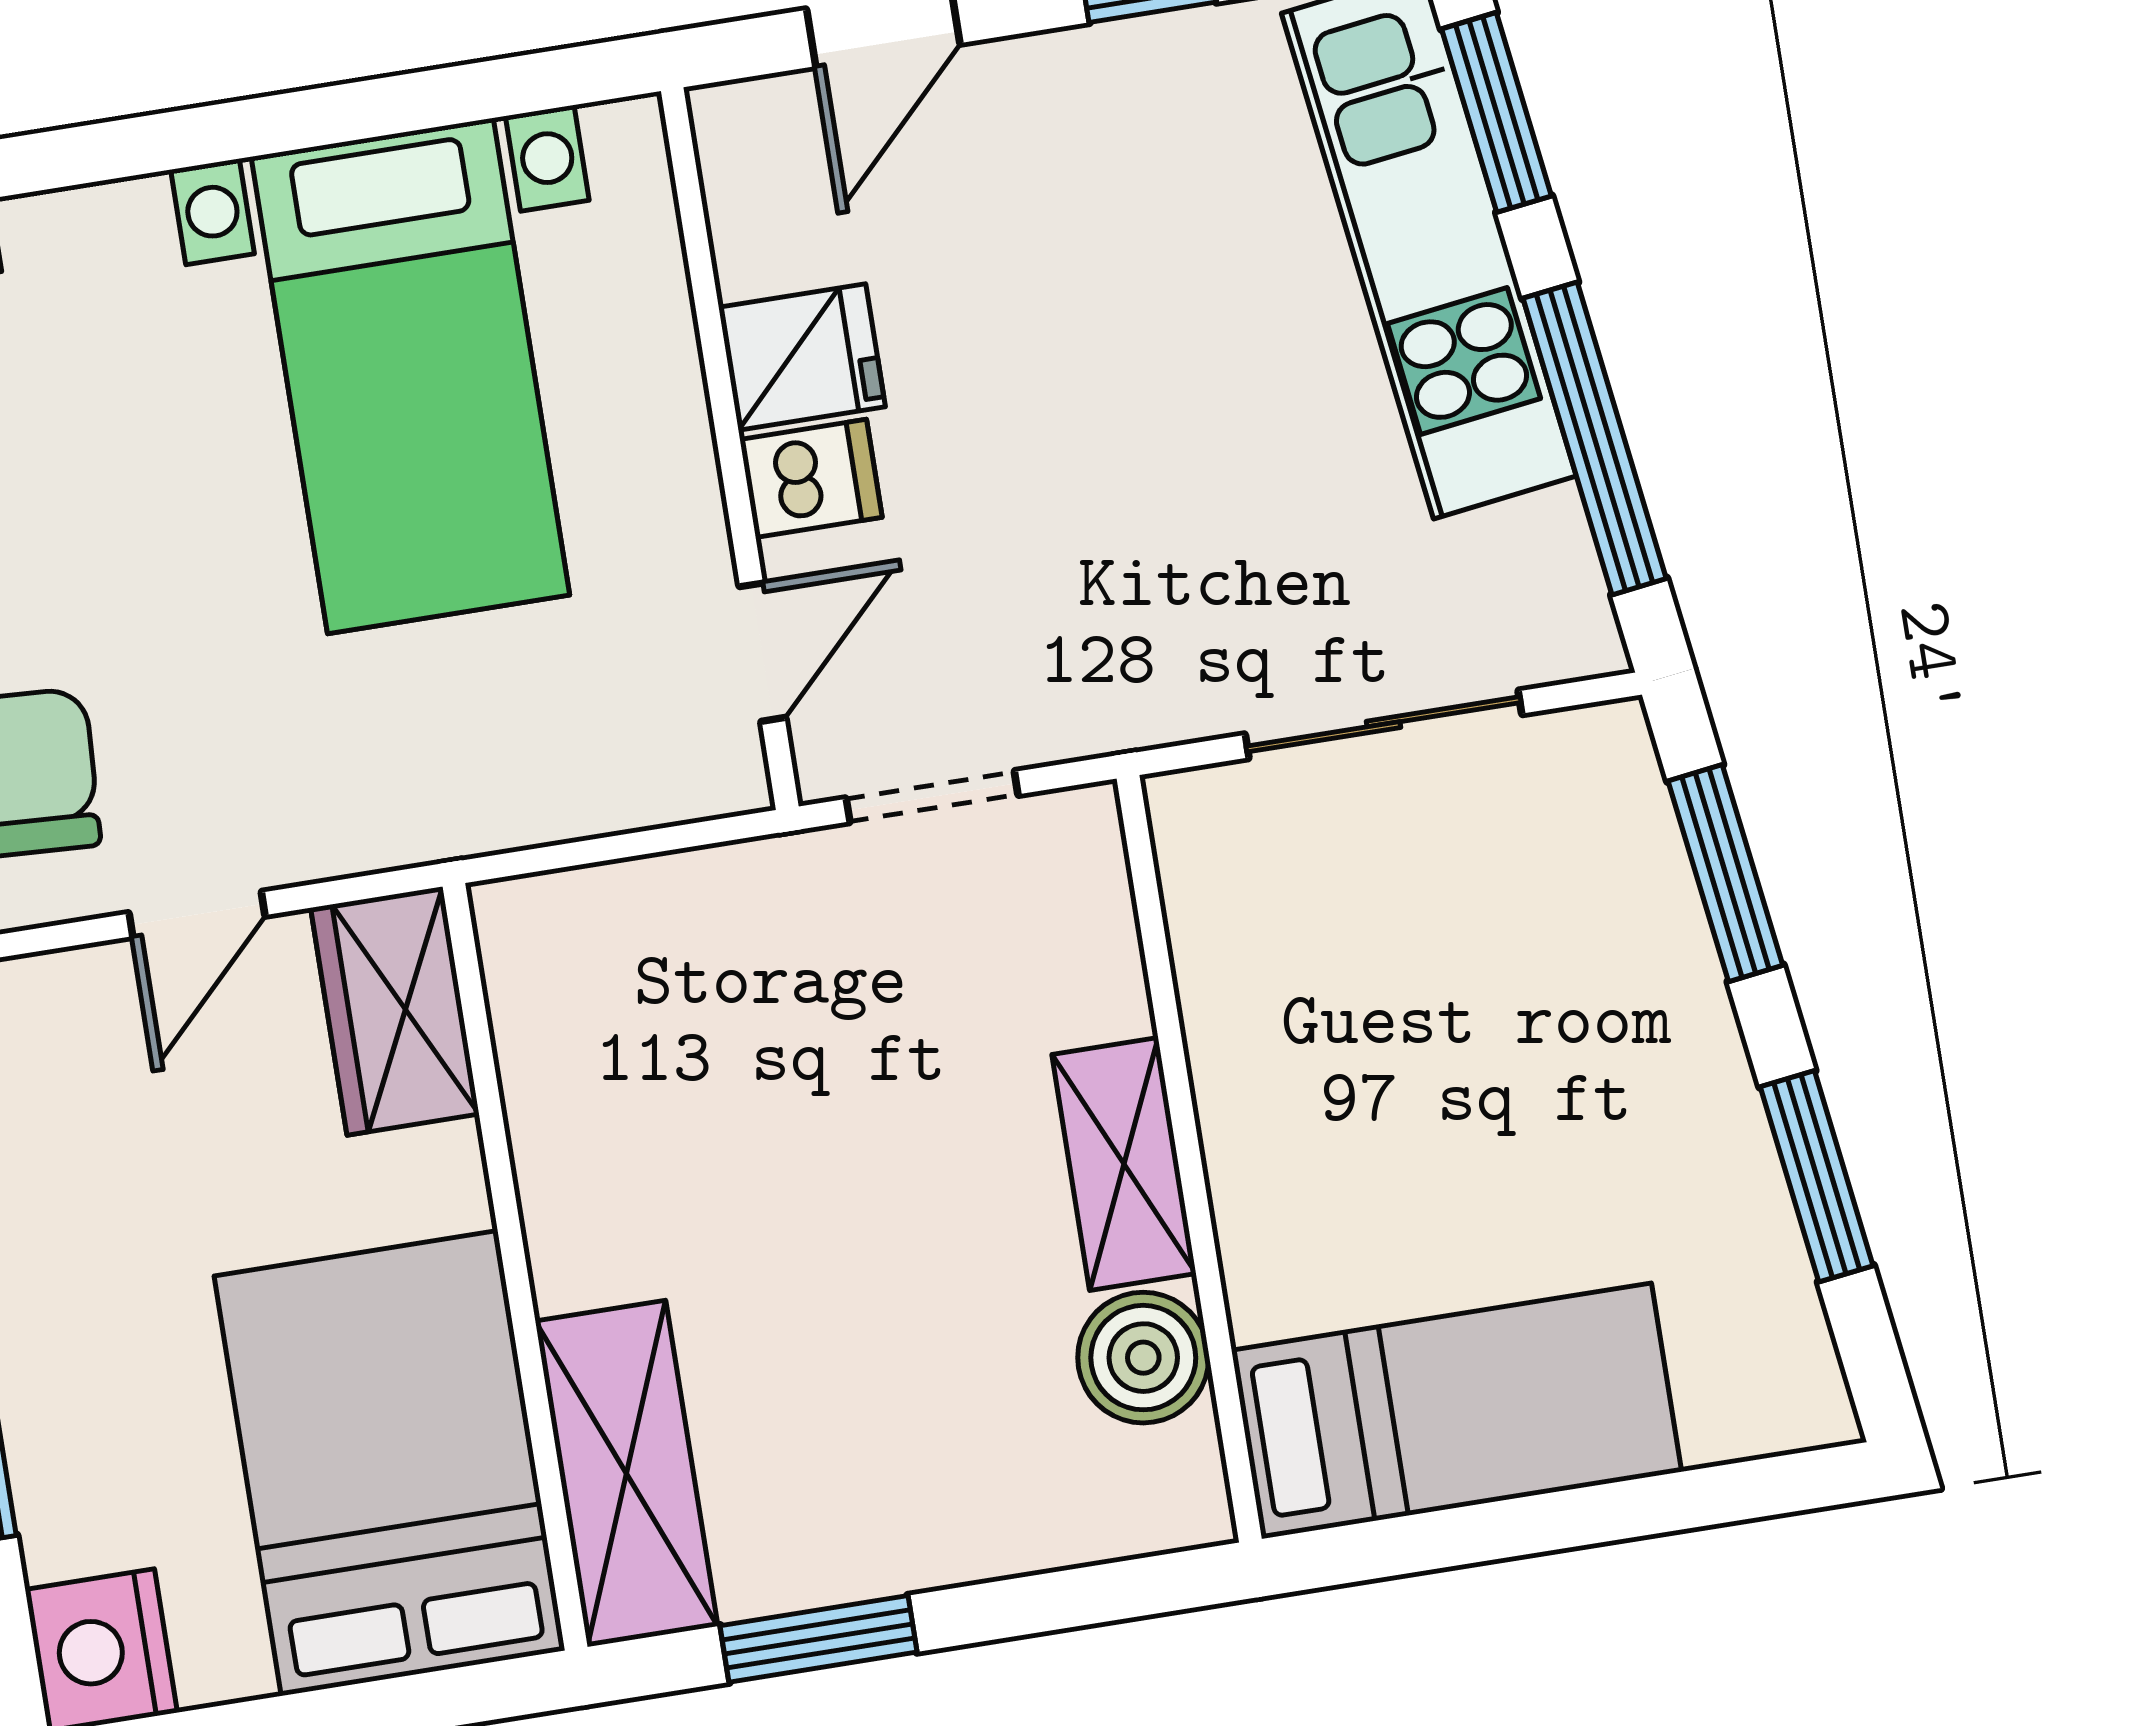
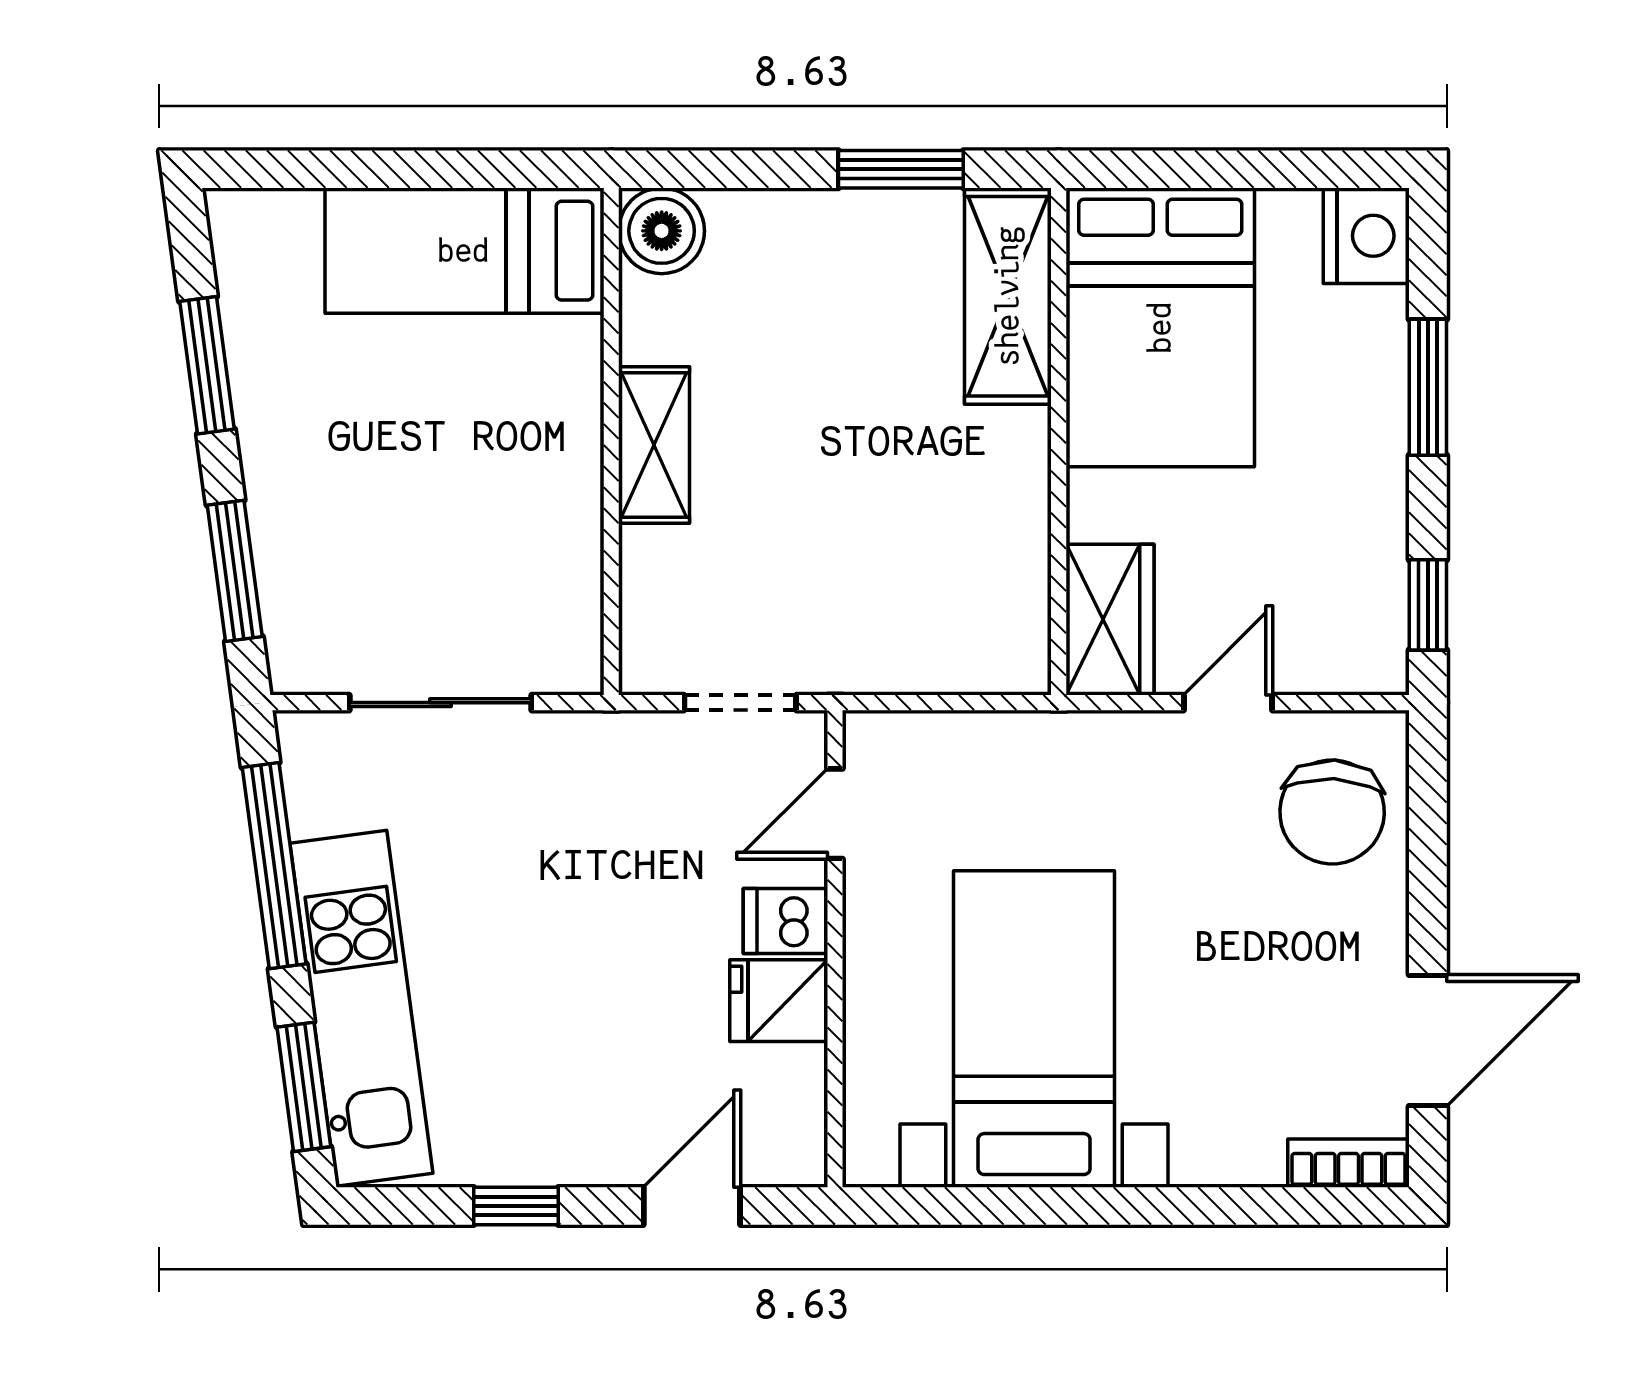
boiler: (1143, 1358) -> (662, 231), moved

